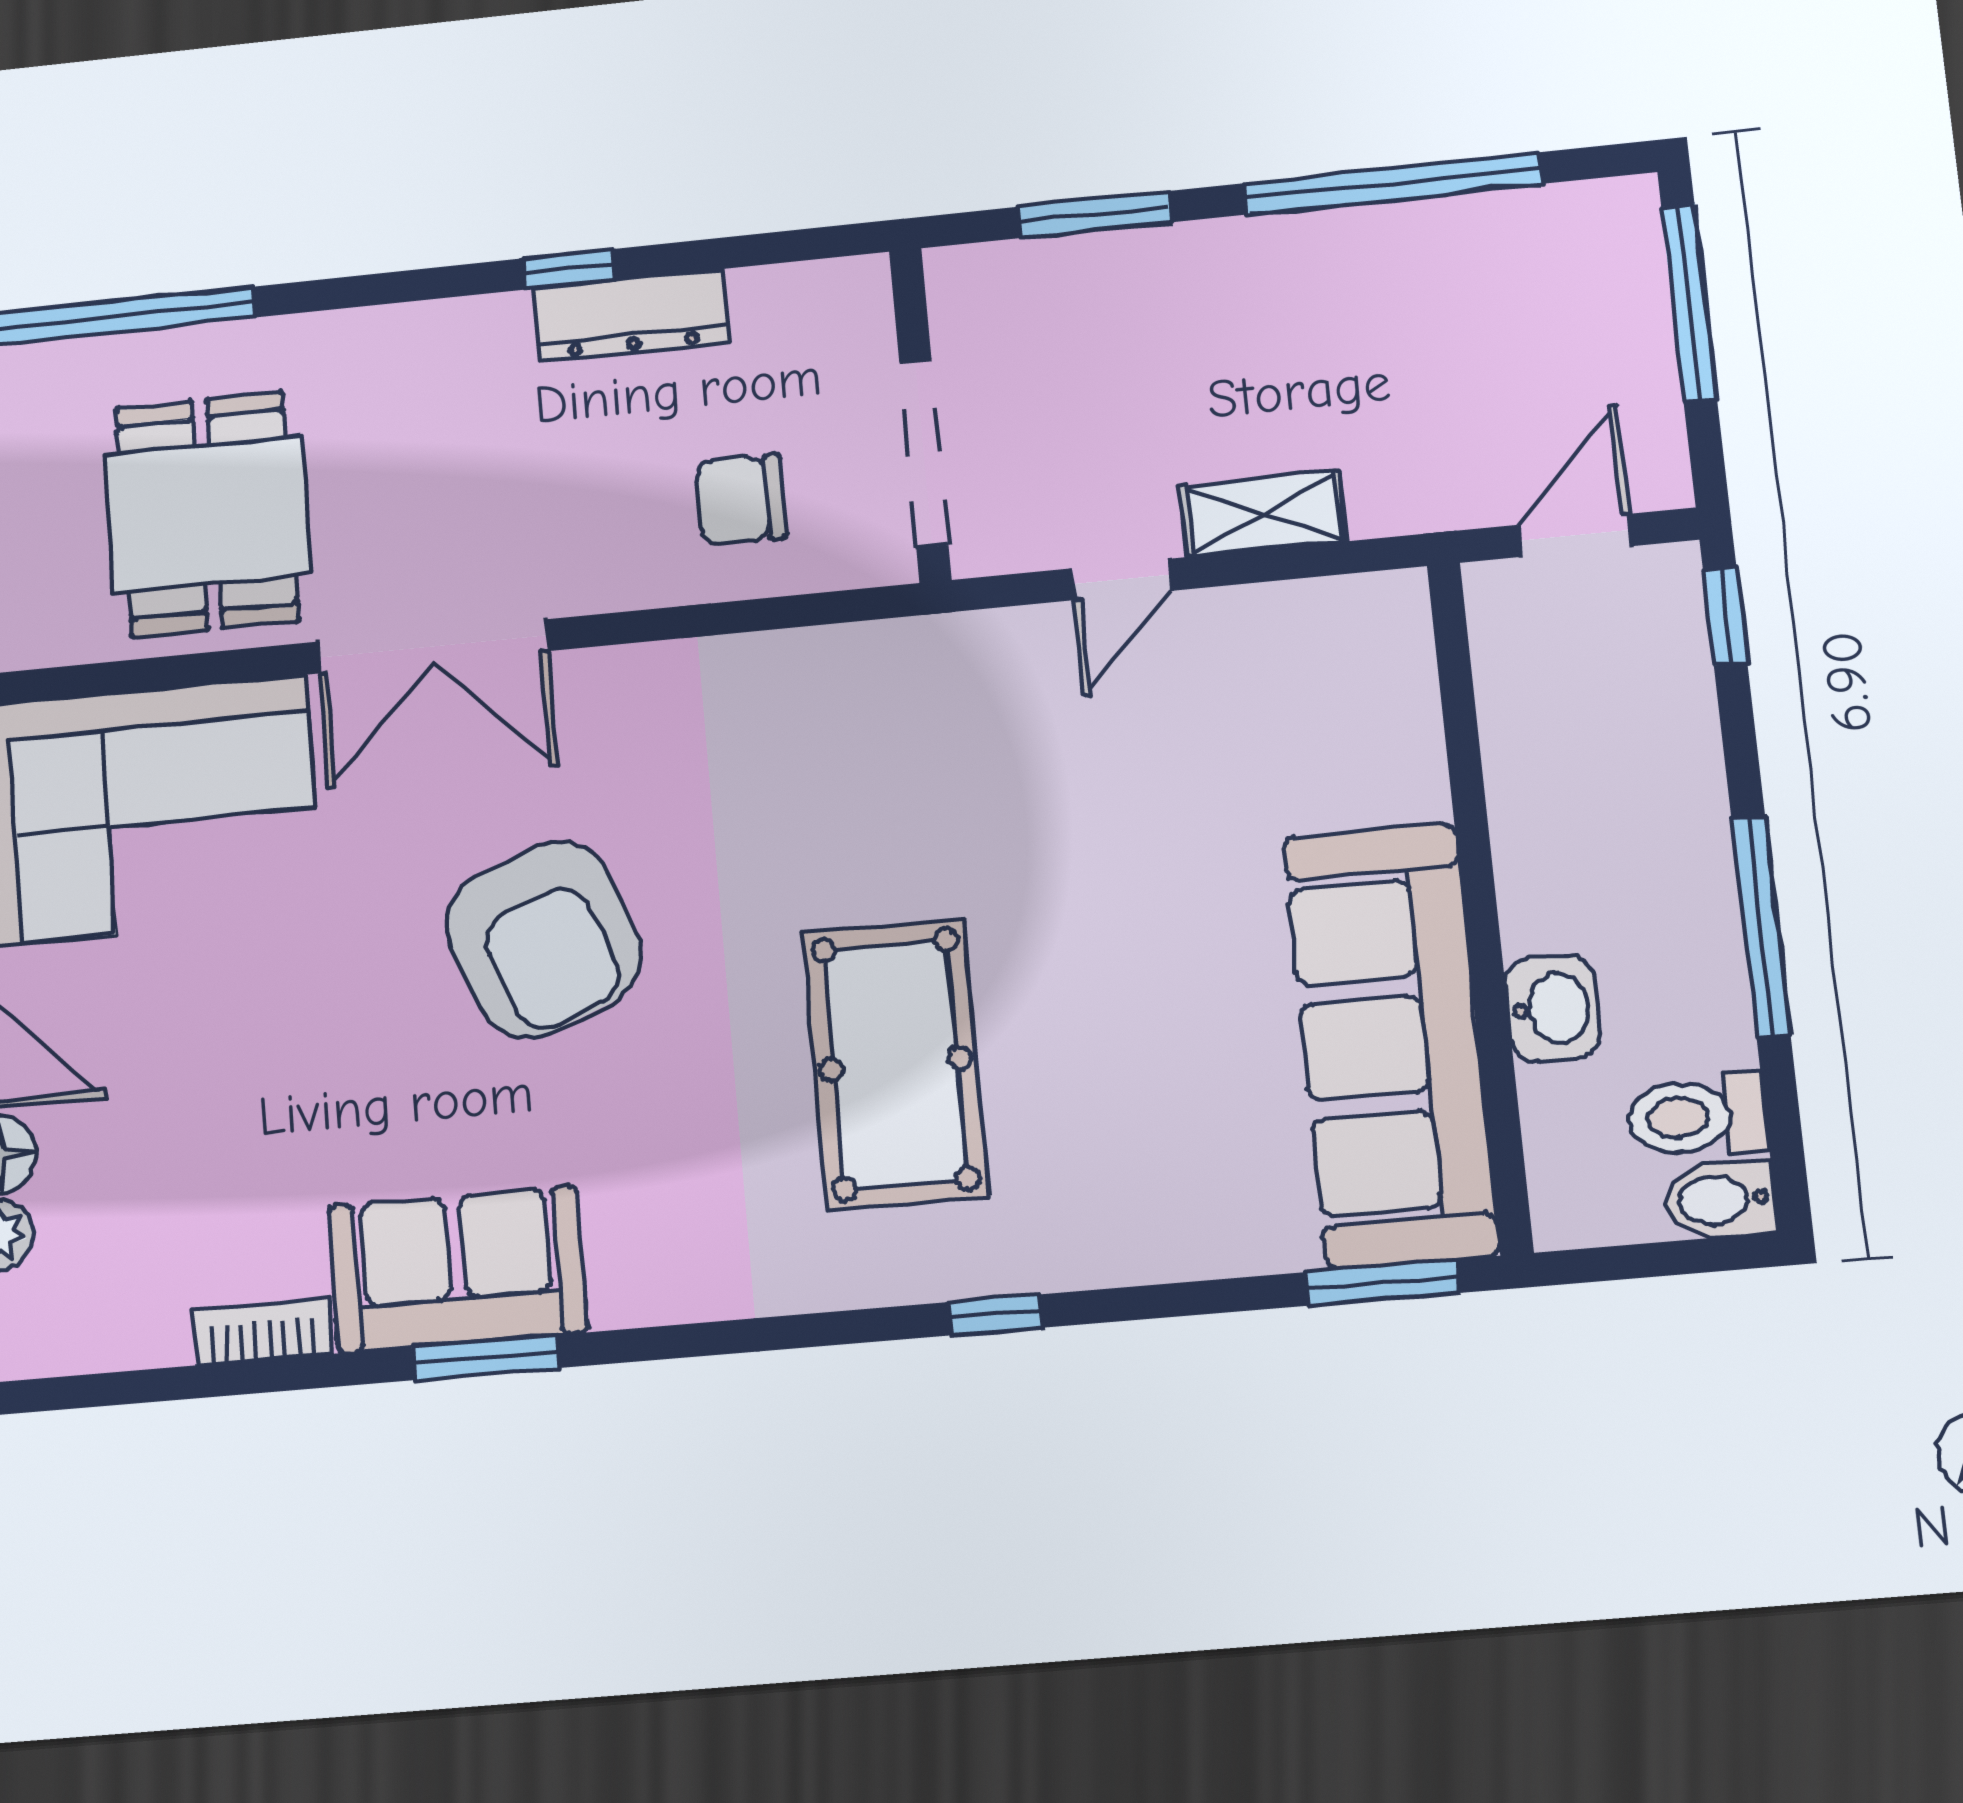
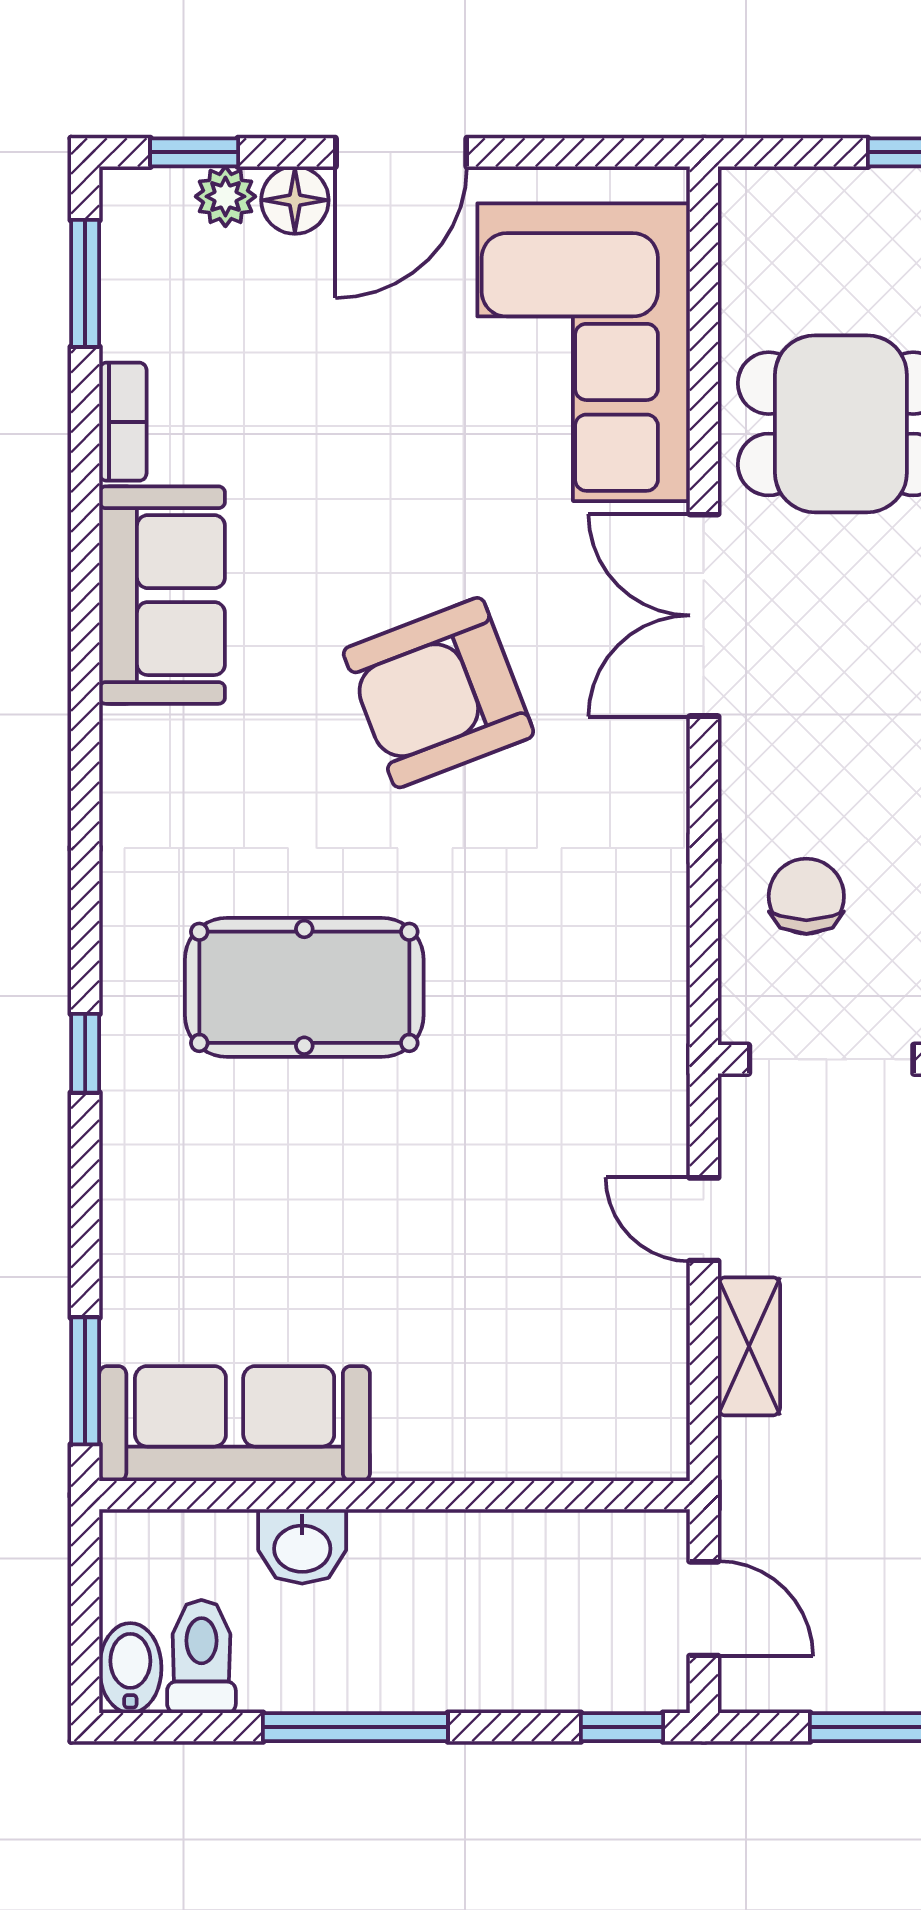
sofa: (1391, 1045) -> (235, 1424), width x0.74, depth x0.79
window: (486, 1358) -> (85, 283), moved

